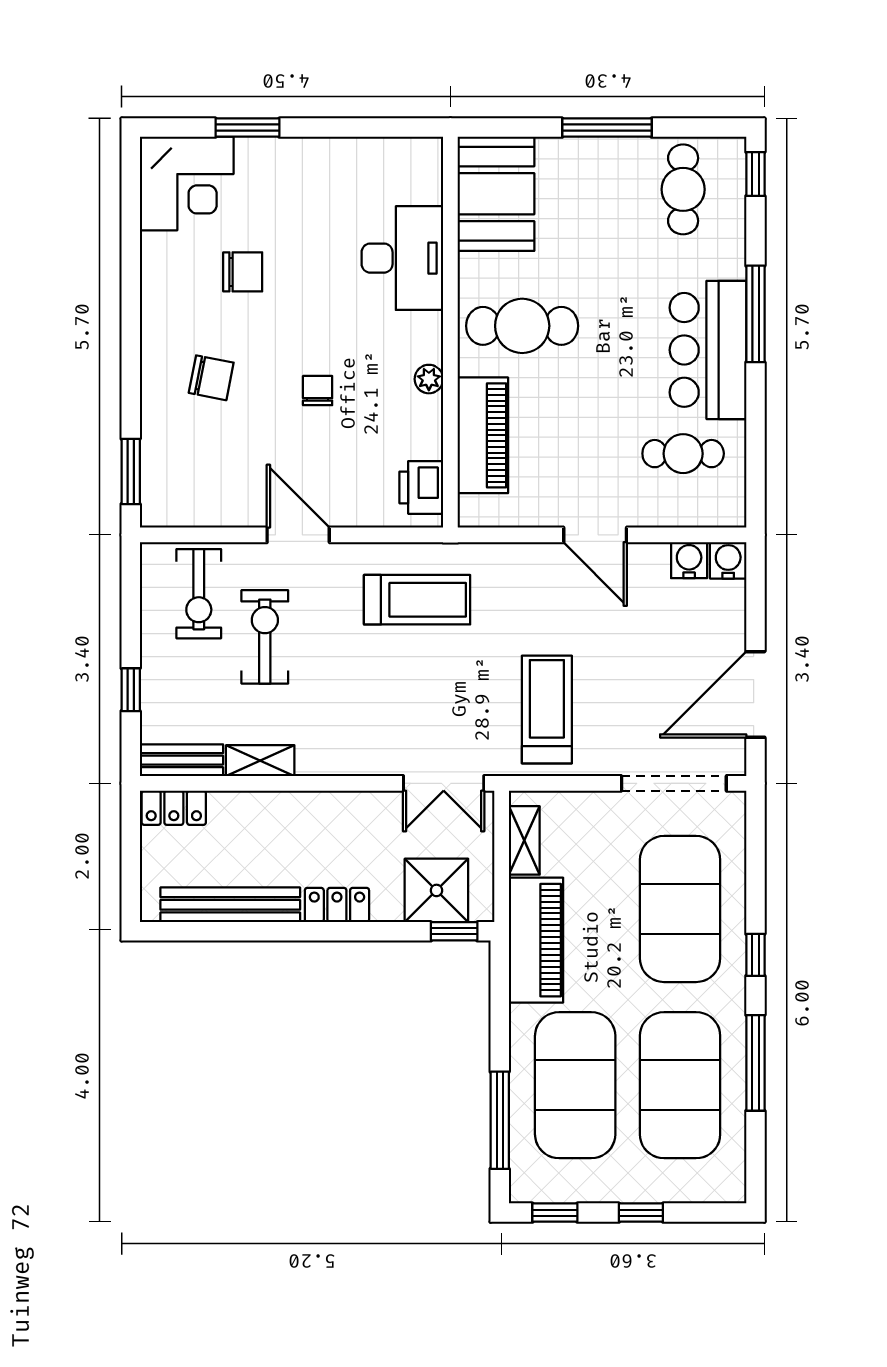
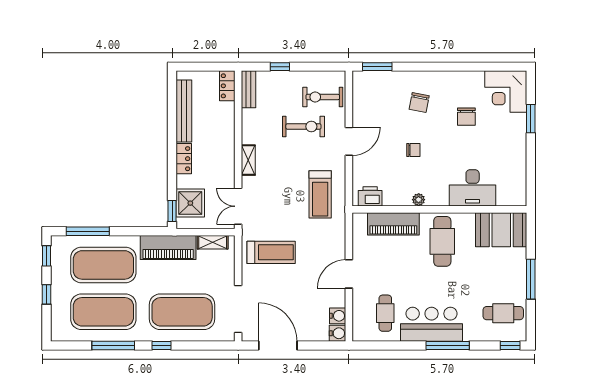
shelving: (260, 761) -> (248, 160), moved

